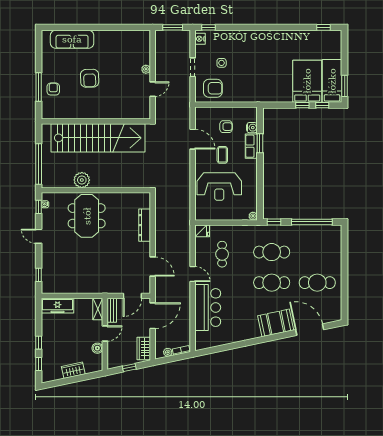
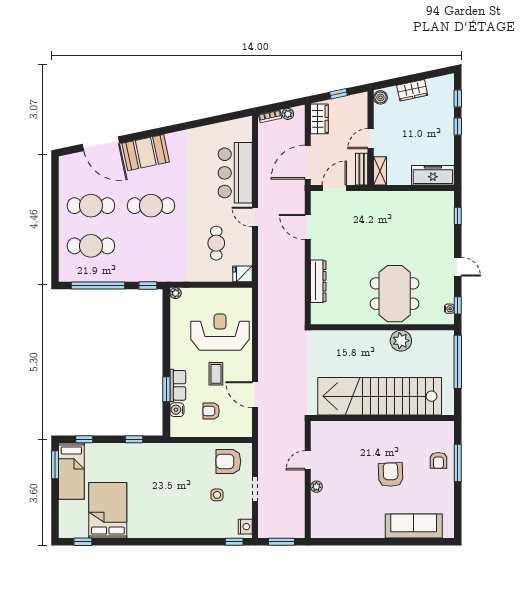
bed: (307, 81) -> (108, 510), moved, turned 180
window: (302, 105) -> (134, 439), moved
cafe table: (272, 252) -> (91, 246), moved
boiler: (97, 348) -> (380, 97), moved

